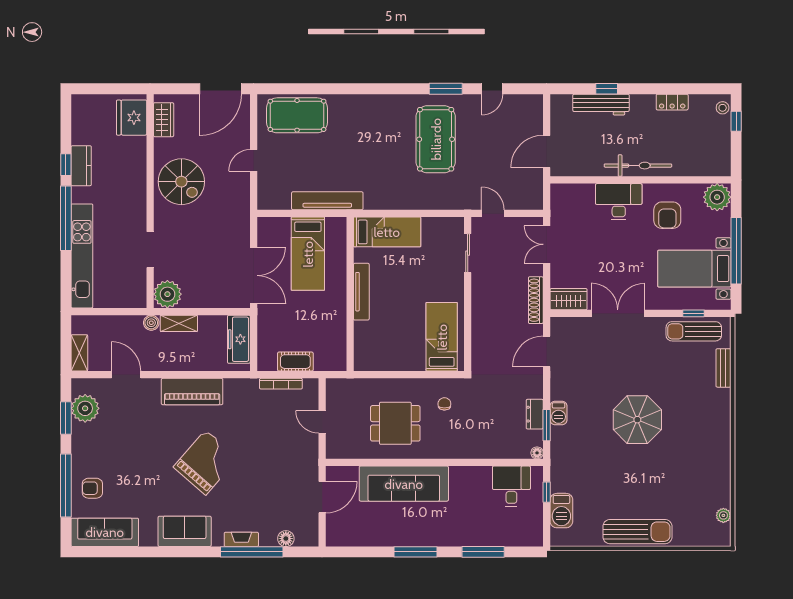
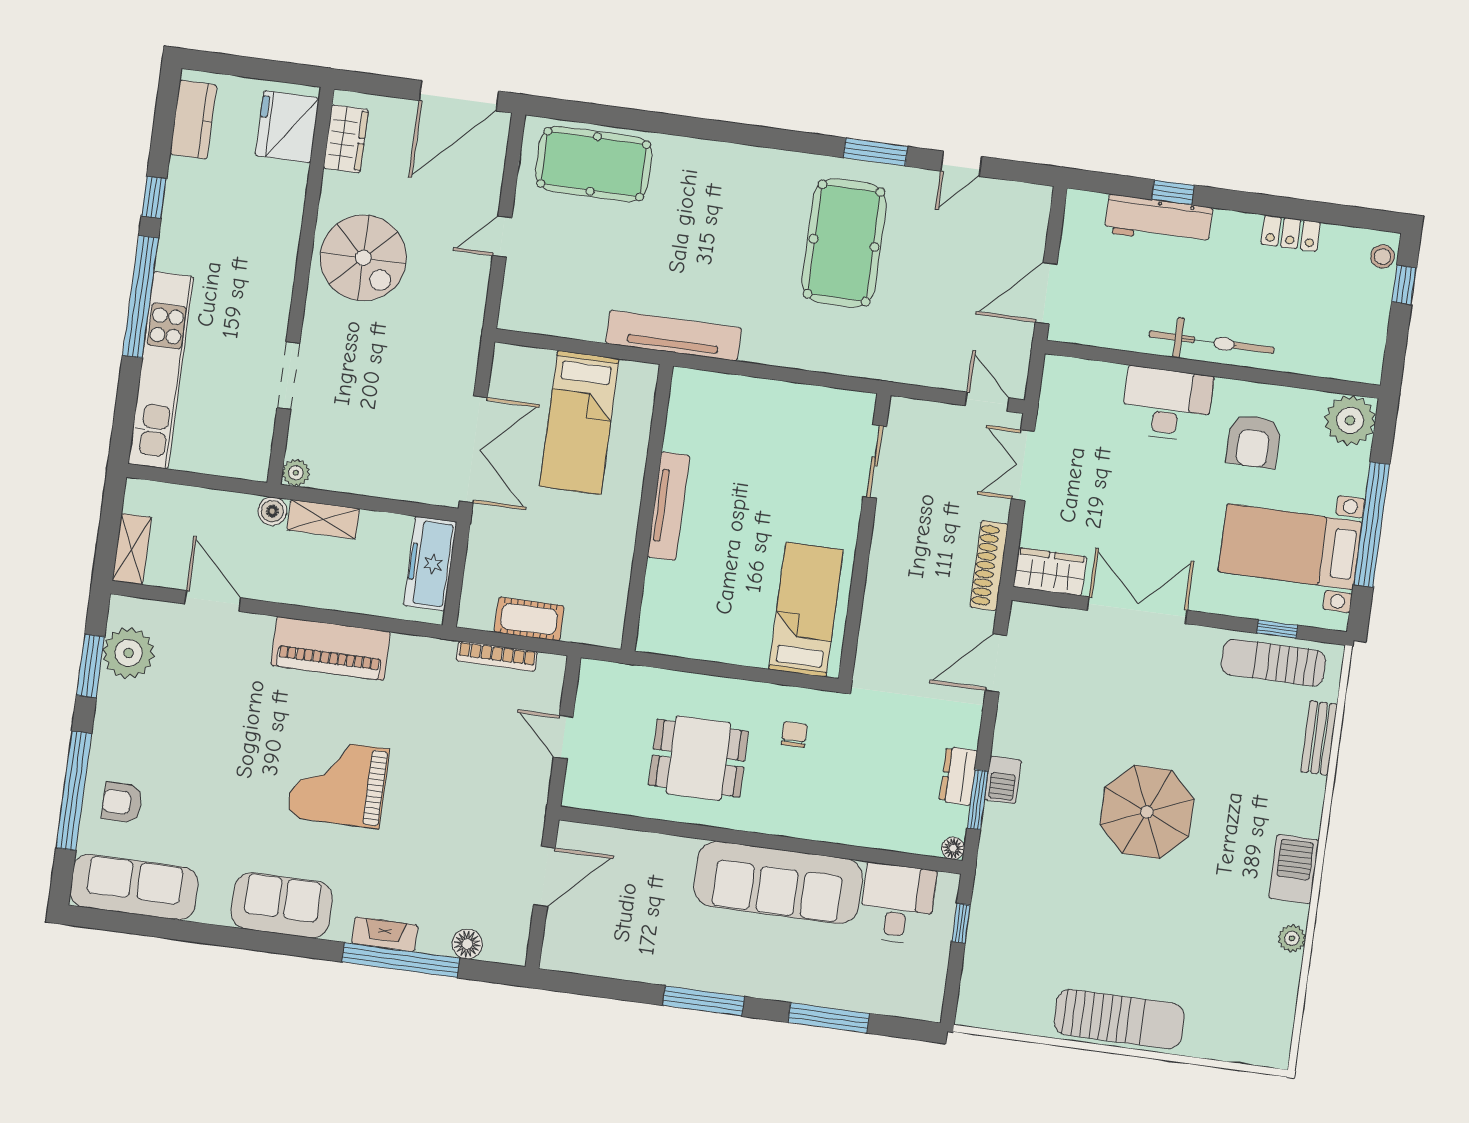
kitchen counter: (81, 166) -> (193, 120), moved
tv unit: (327, 201) -> (674, 336), moved
door: (493, 213) -> (987, 402), moved
bed: (387, 232) -> (731, 402), removed
plant: (167, 294) -> (296, 473), width x0.53, depth x0.53
grand piano: (206, 462) -> (338, 783), turned -131
sofa: (404, 484) -> (778, 882), moved
barbecue: (561, 511) -> (1294, 869), moved, turned 180
plant: (723, 515) -> (1292, 938), moved

